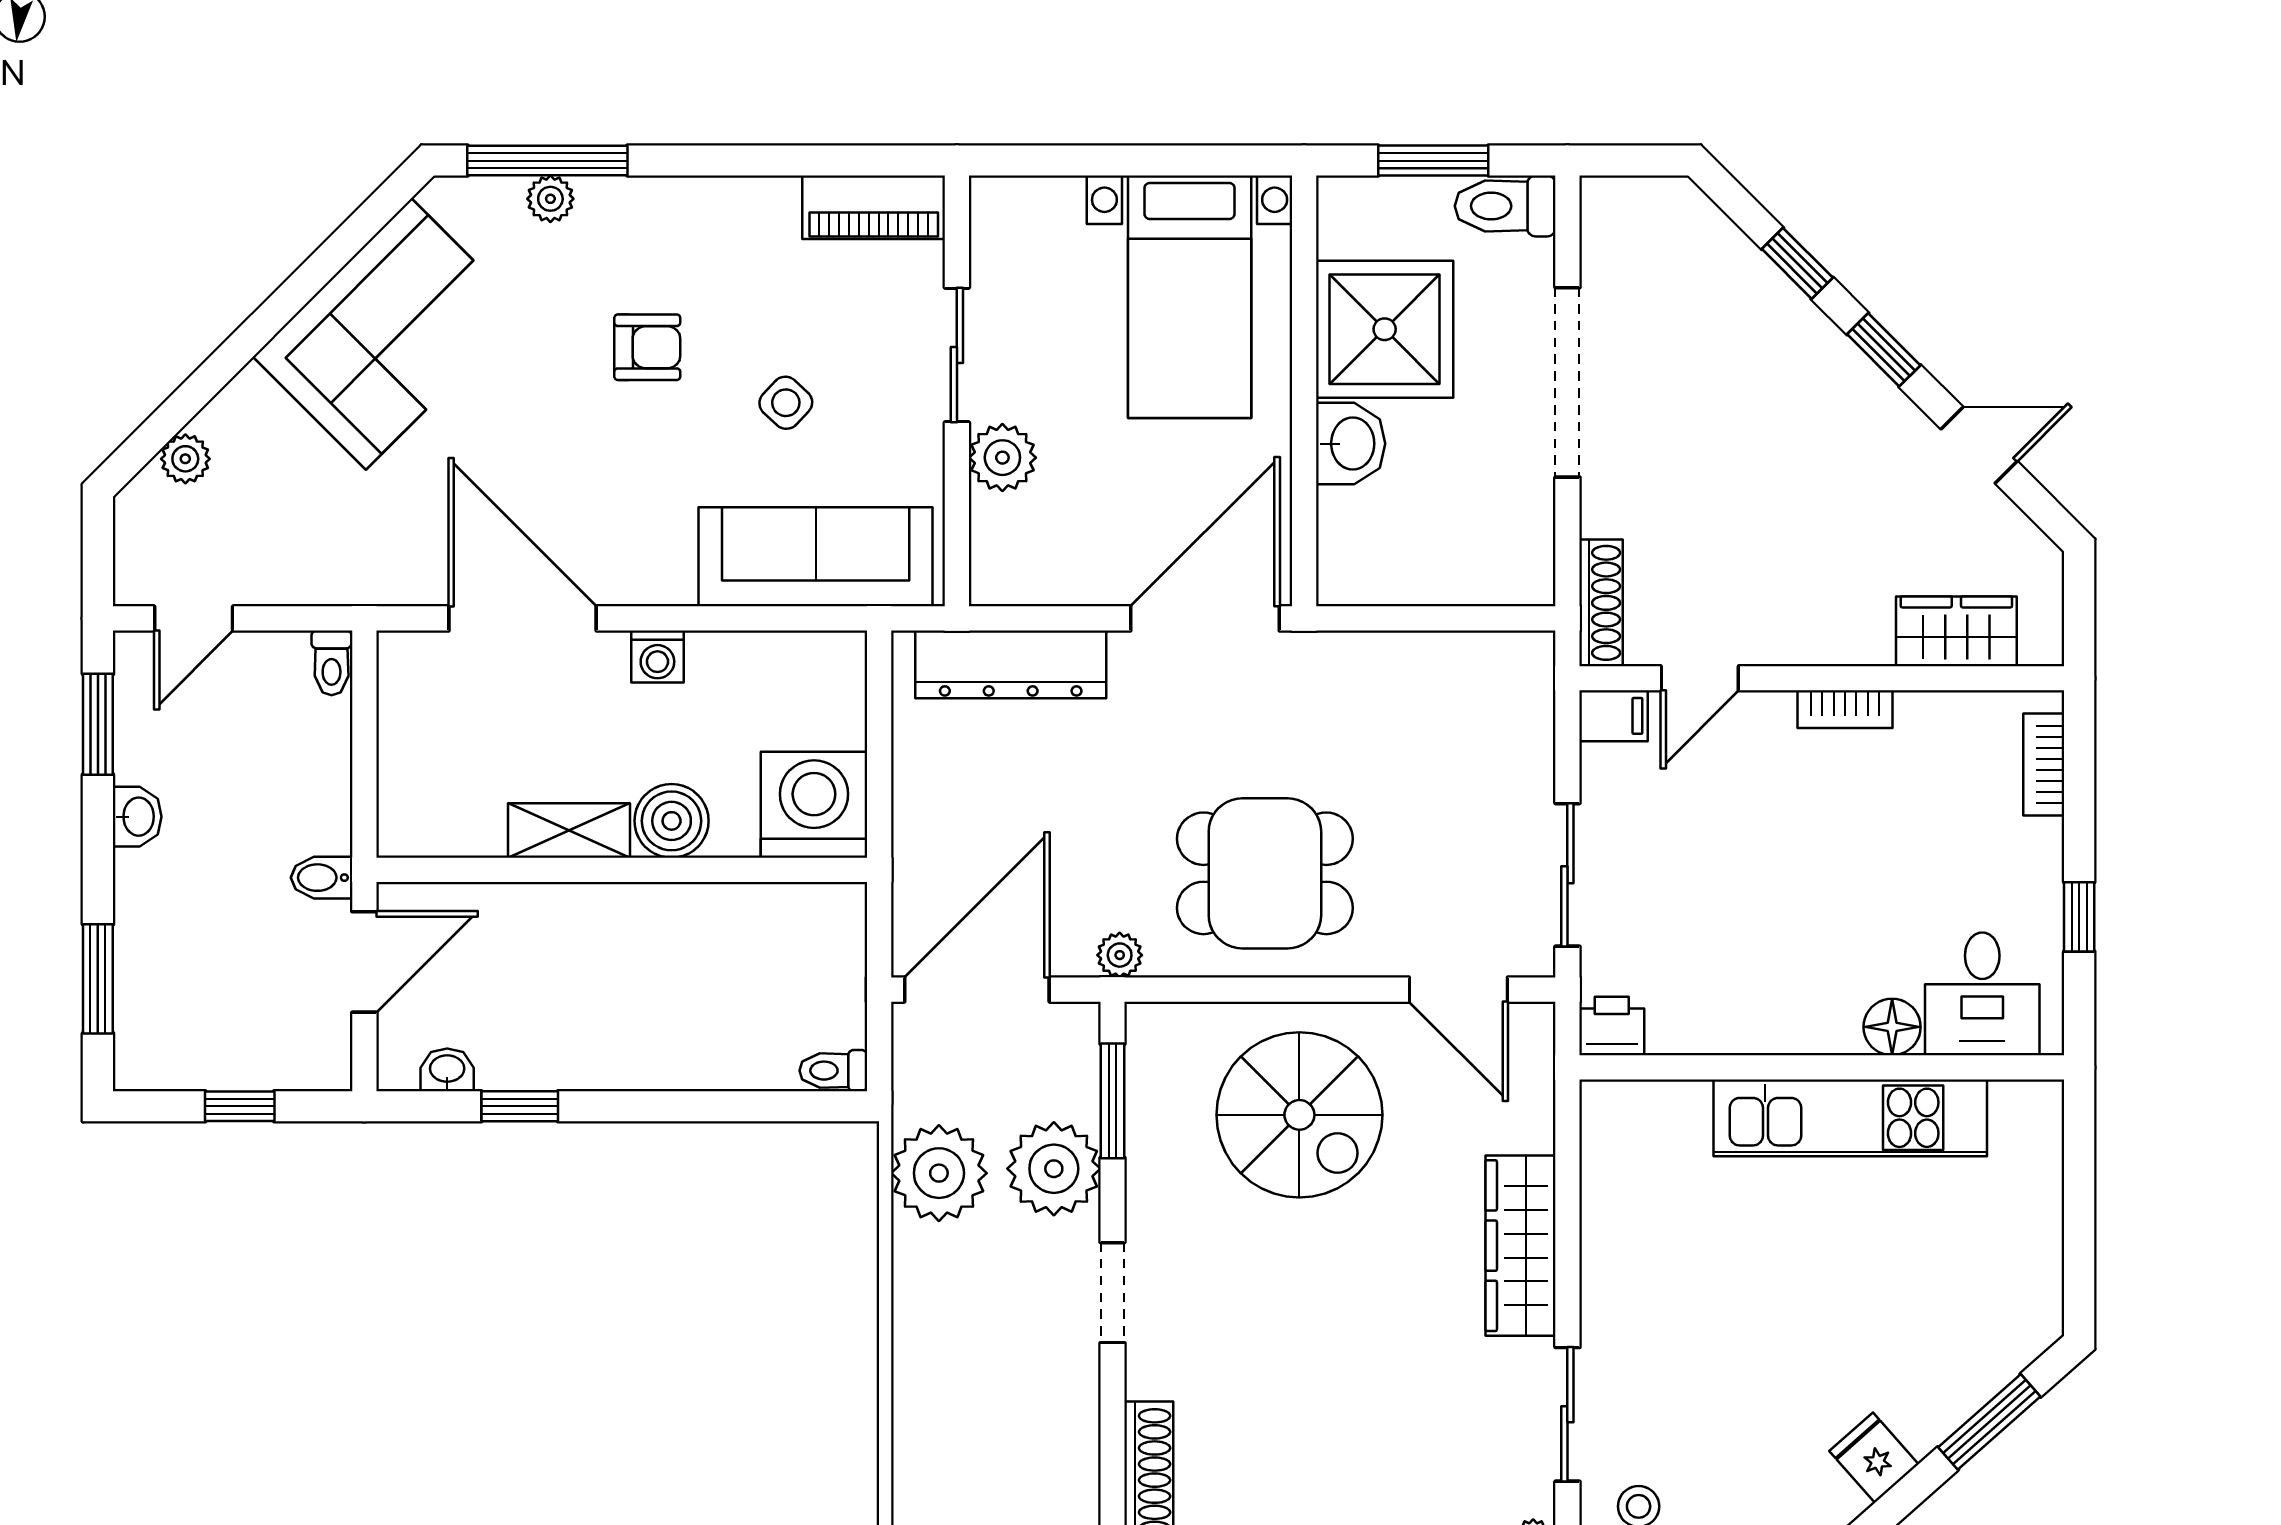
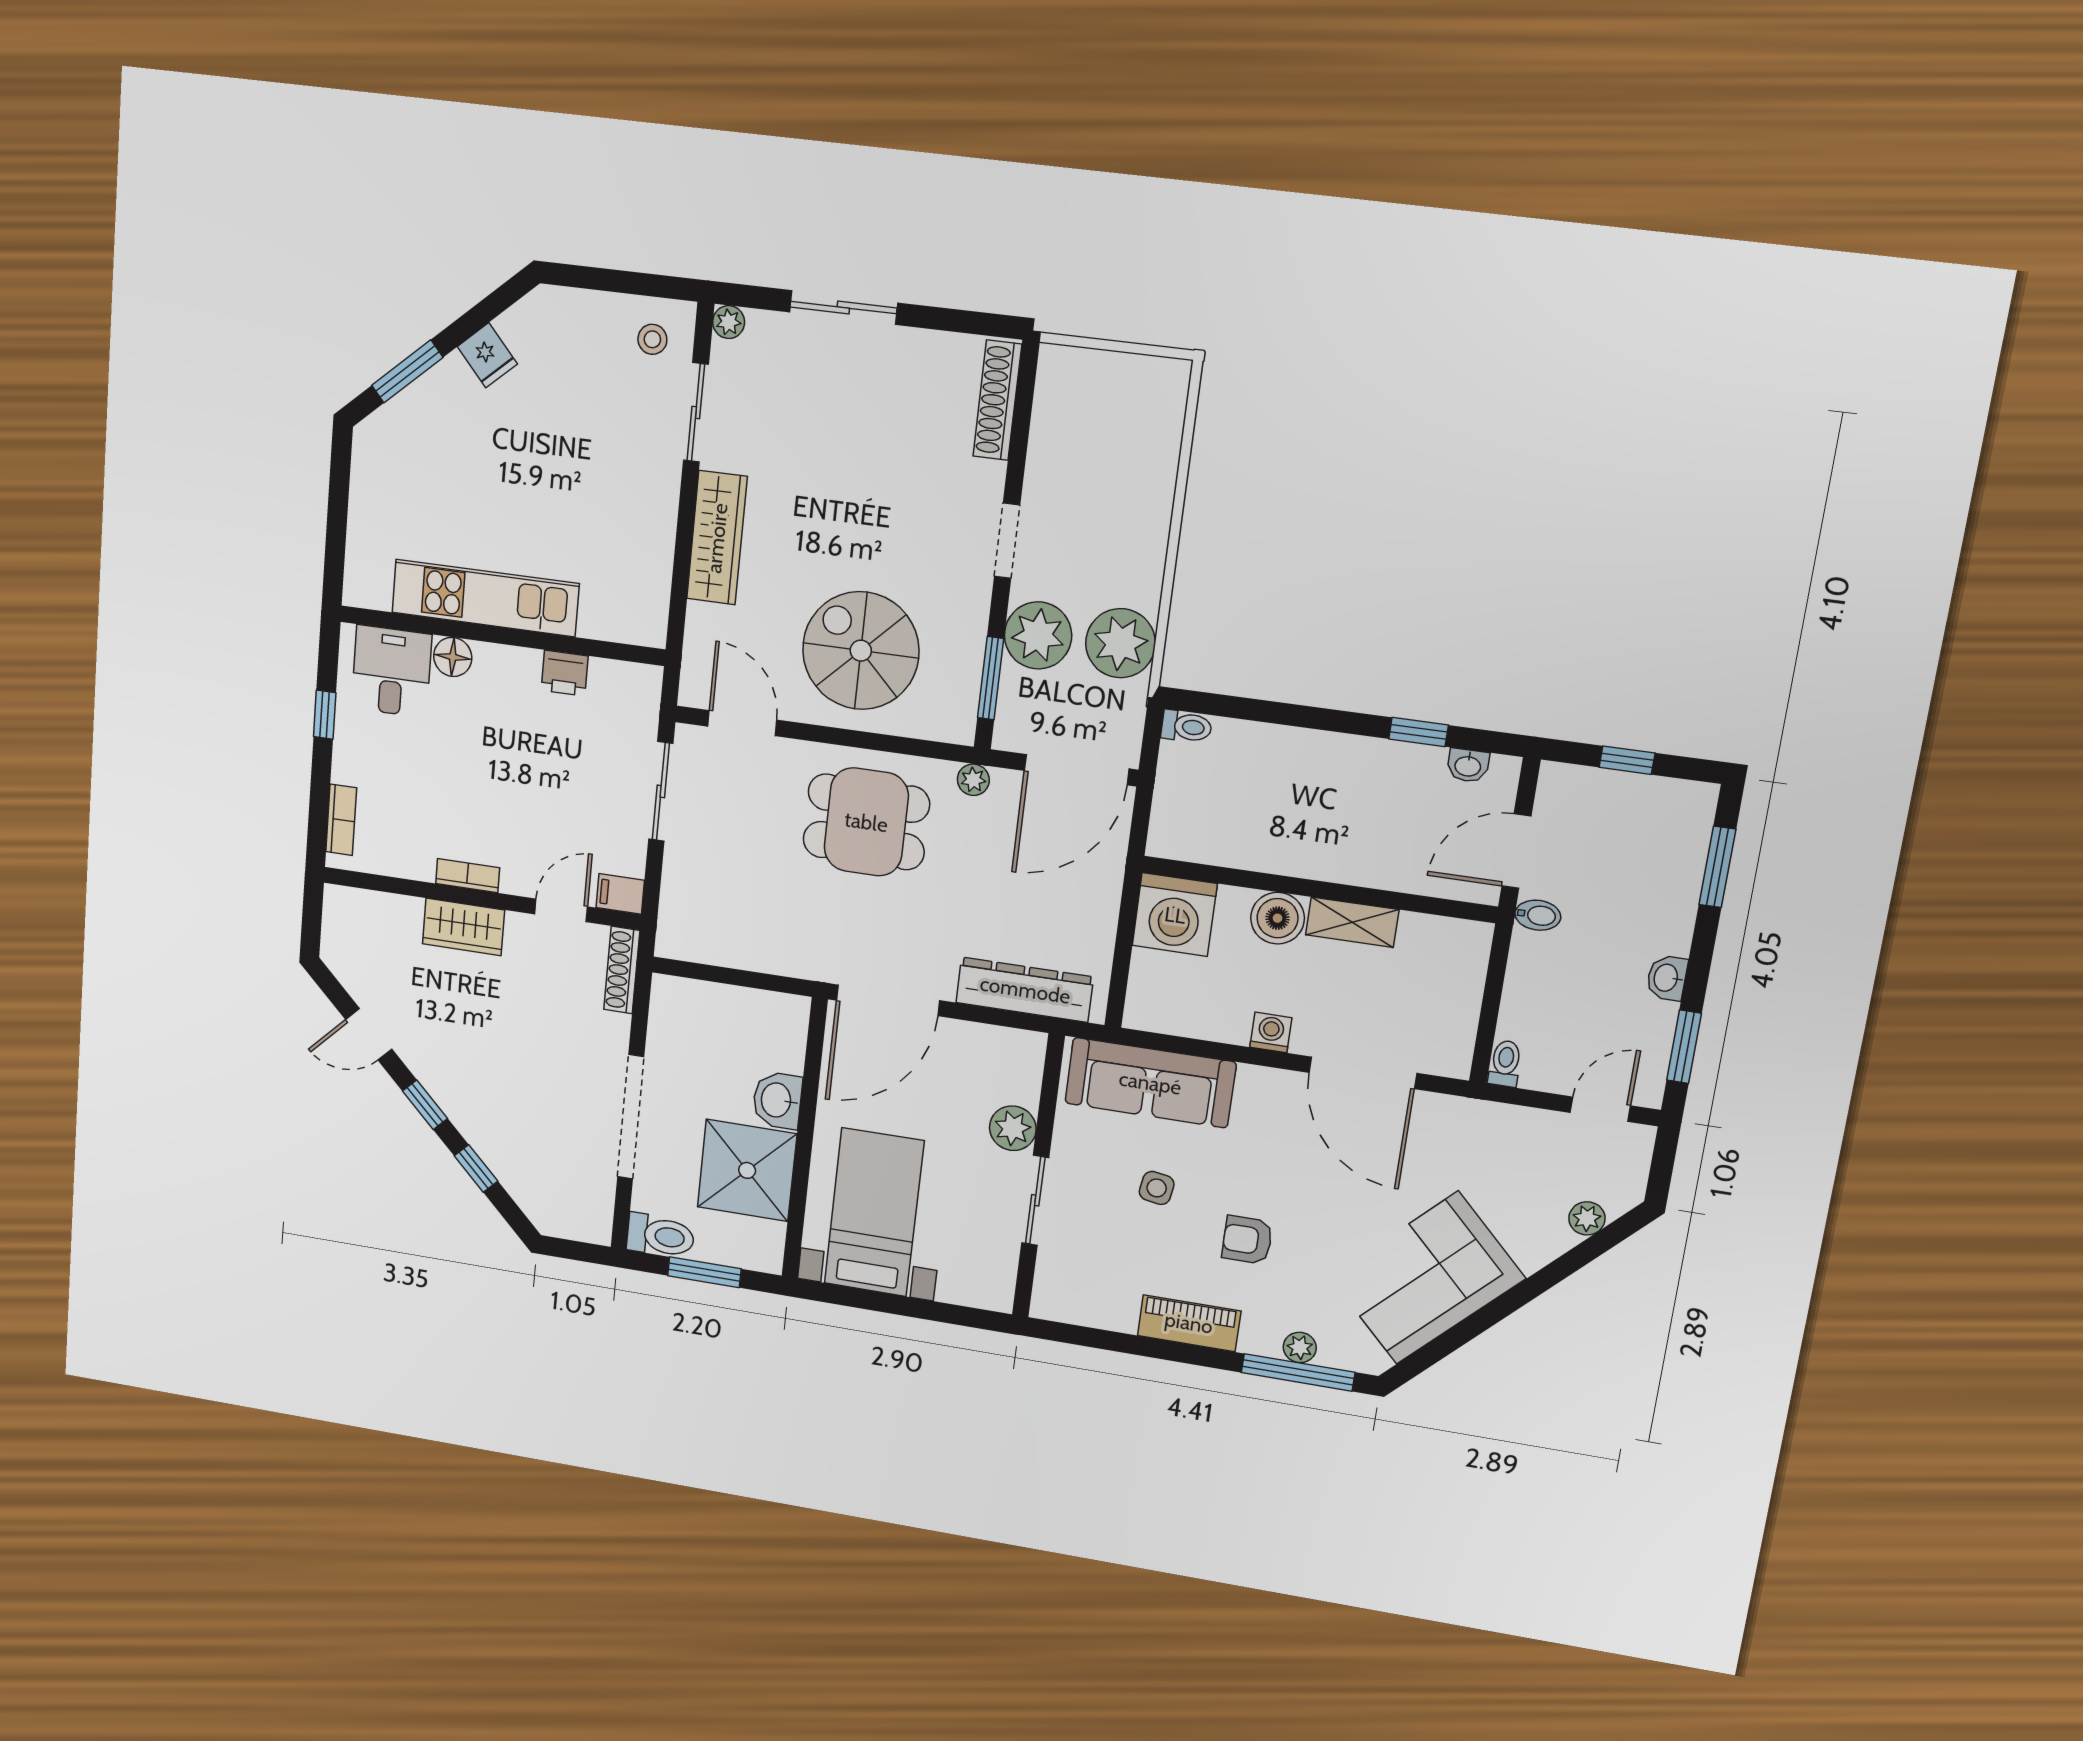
piano: (874, 207) -> (1189, 1323), moved
side table: (786, 403) -> (1157, 1188), turned -34
wardrobe: (1956, 631) -> (463, 927), moved
printer: (1612, 1026) -> (565, 673), moved

